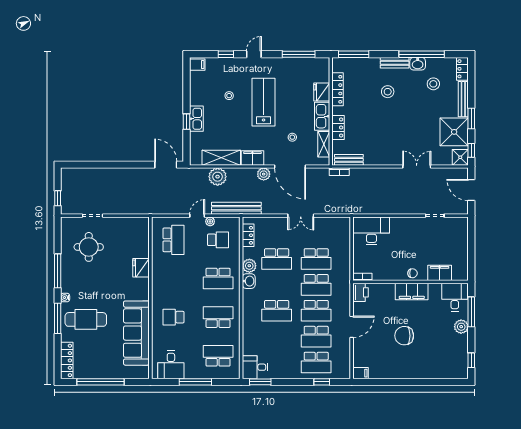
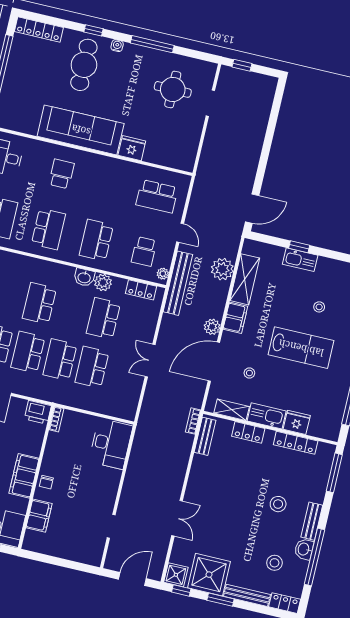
plant: (210, 221) -> (163, 274), moved
window: (58, 318) -> (93, 30), width x0.46
sofa: (136, 333) -> (81, 130), moved

